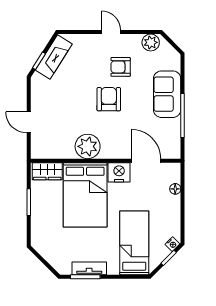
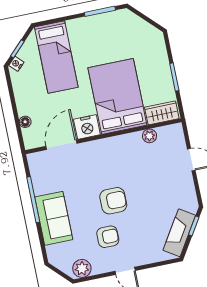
armchair: (109, 99) -> (113, 201), turned -90
plant: (88, 146) -> (150, 136), moved, width x0.53, depth x0.53
door: (146, 161) -> (61, 145), swing flipped
tv unit: (89, 268) -> (97, 21), removed

